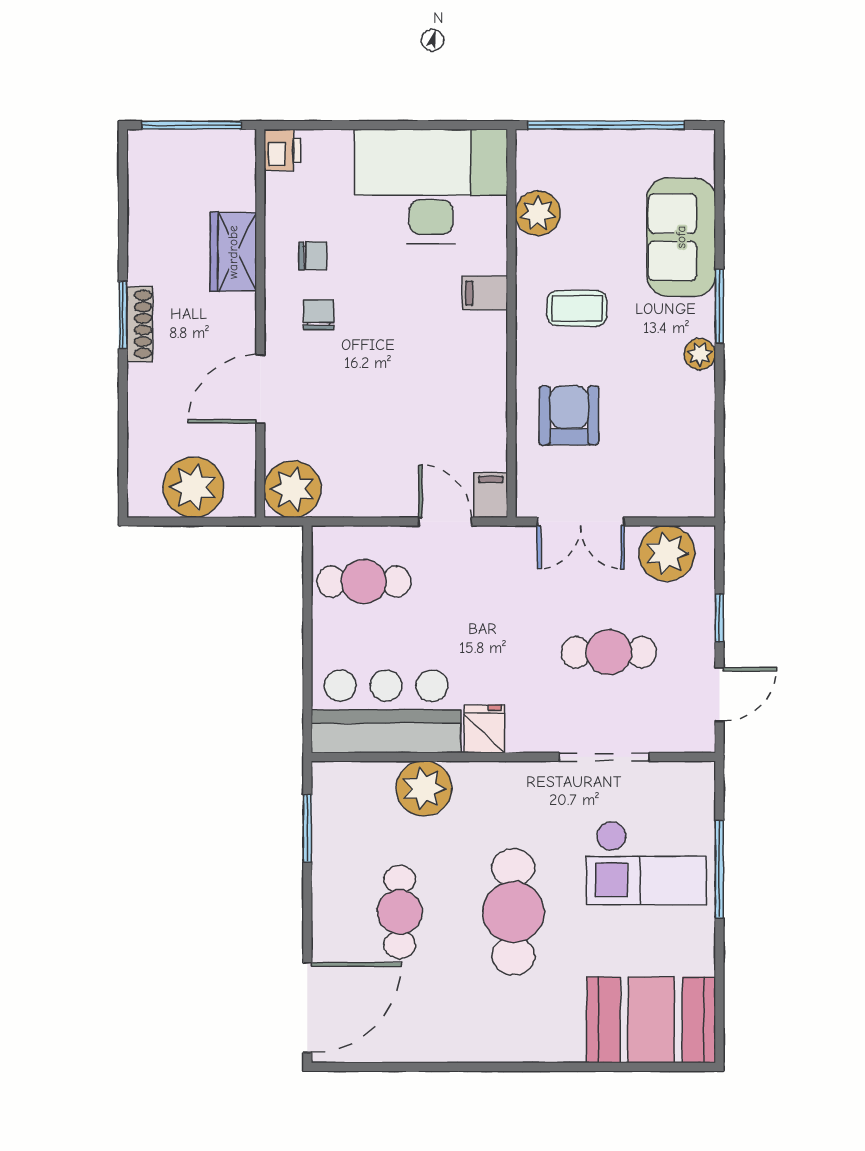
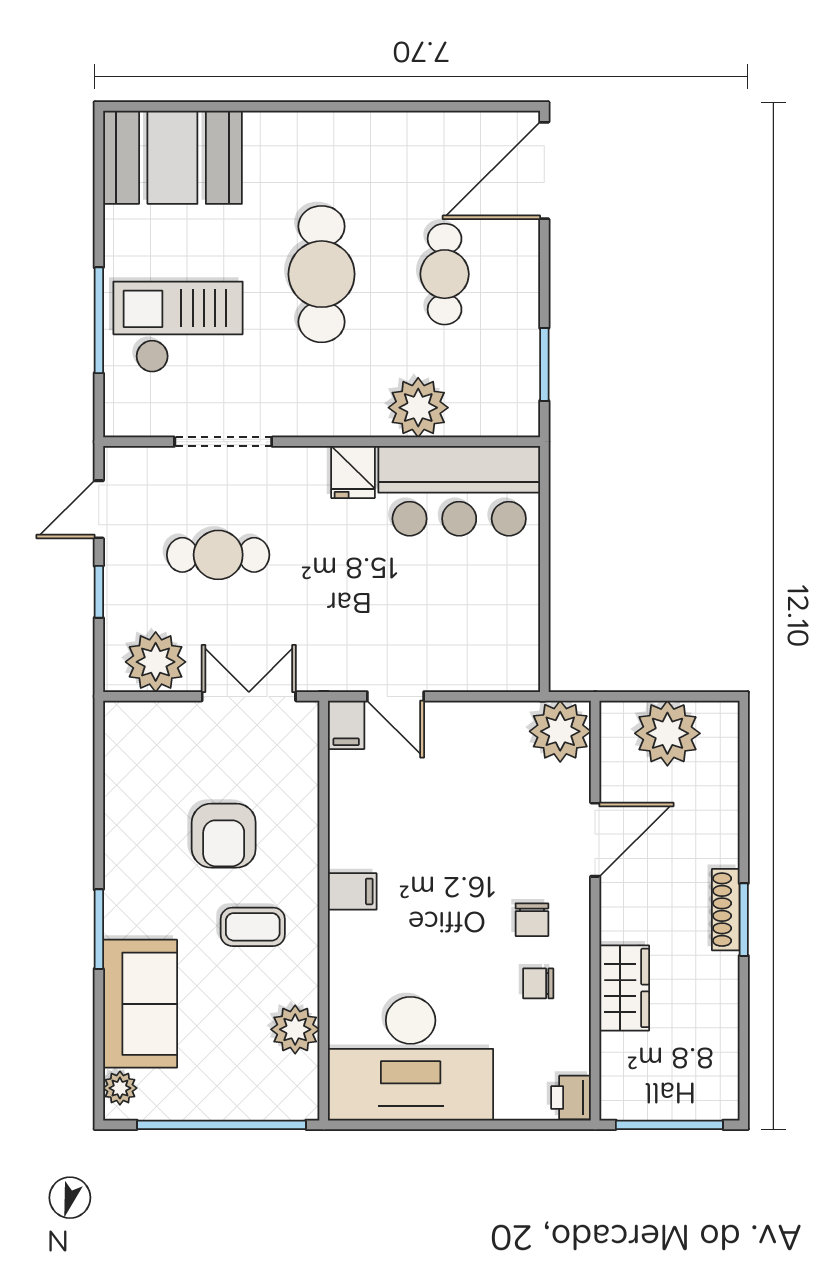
filing cabinet: (485, 293) -> (352, 891), moved
plant: (700, 354) -> (120, 1088), moved
armchair: (569, 415) -> (224, 836), moved
cafe table: (364, 581) -> (483, 631), removed

